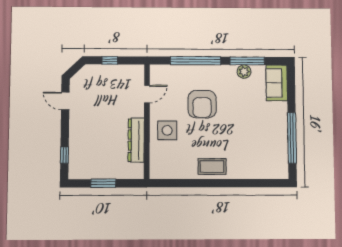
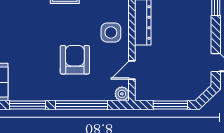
window: (110, 60) -> (170, 105), width x2.17
plant: (244, 72) -> (122, 94), moved

